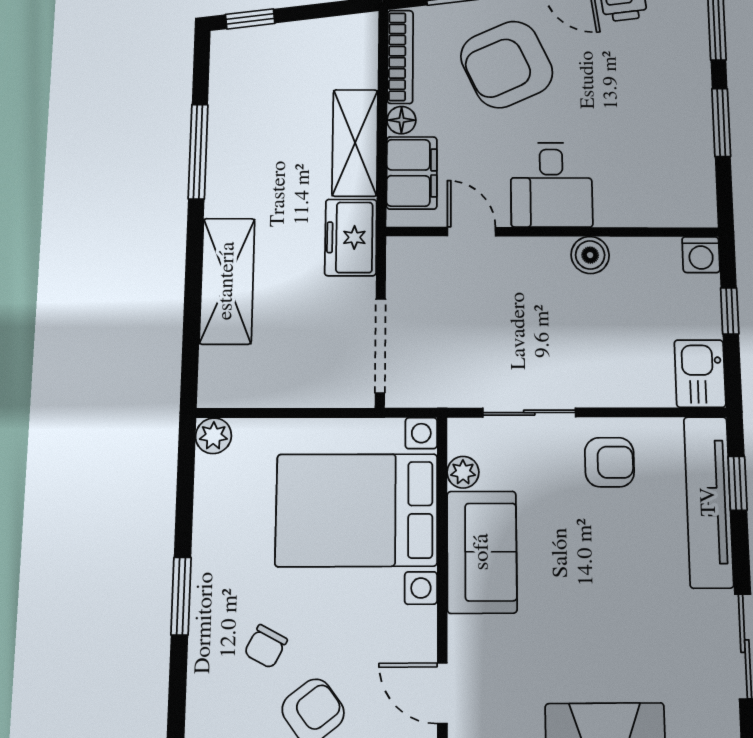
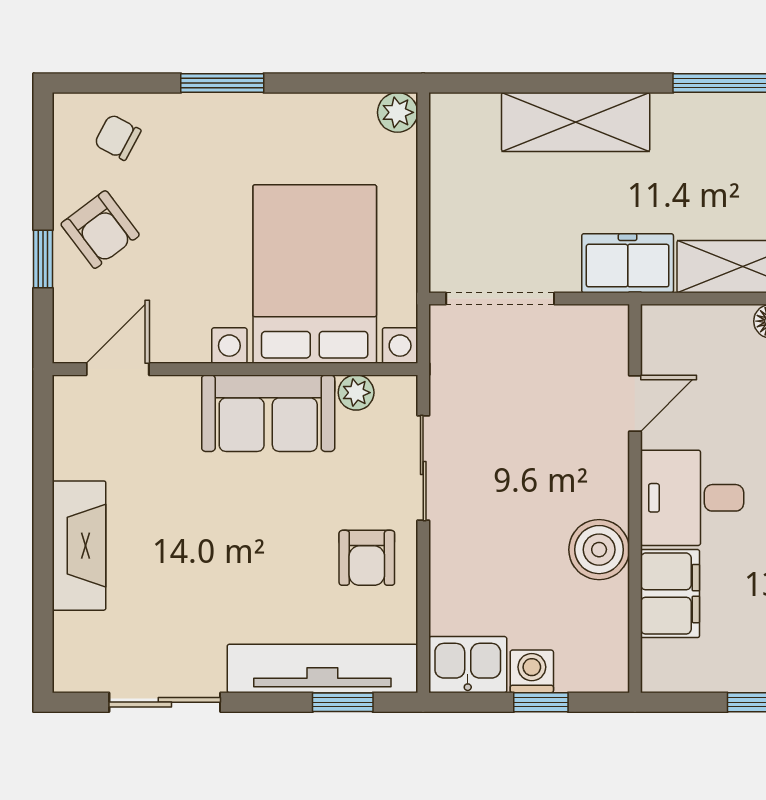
filing cabinet: (412, 173) -> (670, 594), moved, turned -90
boiler: (590, 255) -> (599, 550), width x1.36, depth x1.36
washing machine: (701, 255) -> (532, 671), moved, turned 90
chair: (266, 646) -> (118, 137), moved

